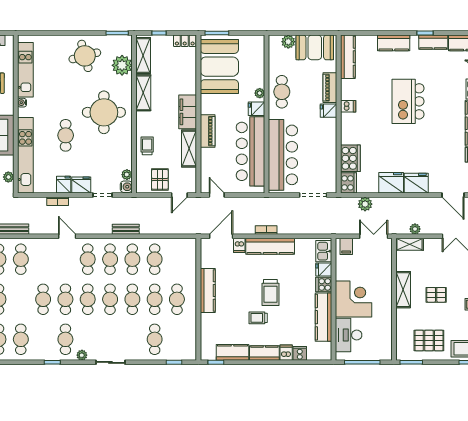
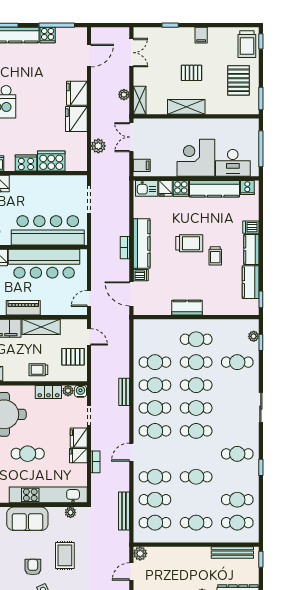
locker: (126, 156) -> (48, 392), added
cooker: (348, 183) -> (26, 163), moved
kitchen counter: (208, 290) -> (187, 308), width x0.67
pallet: (436, 295) -> (192, 73), turned 90
cafe table: (65, 299) -> (155, 477), moved
cooker: (300, 353) -> (247, 188), moved, turned -90
plant: (82, 355) -> (254, 336), moved

